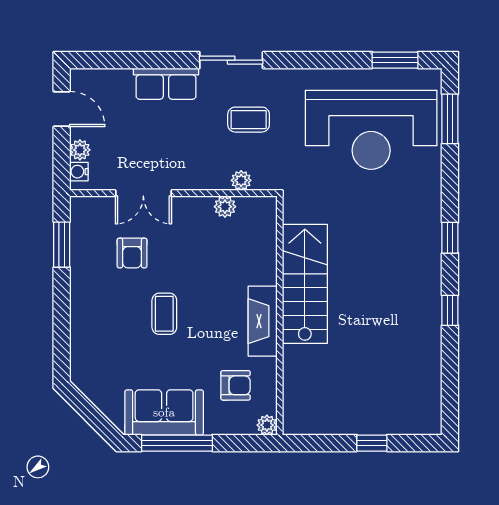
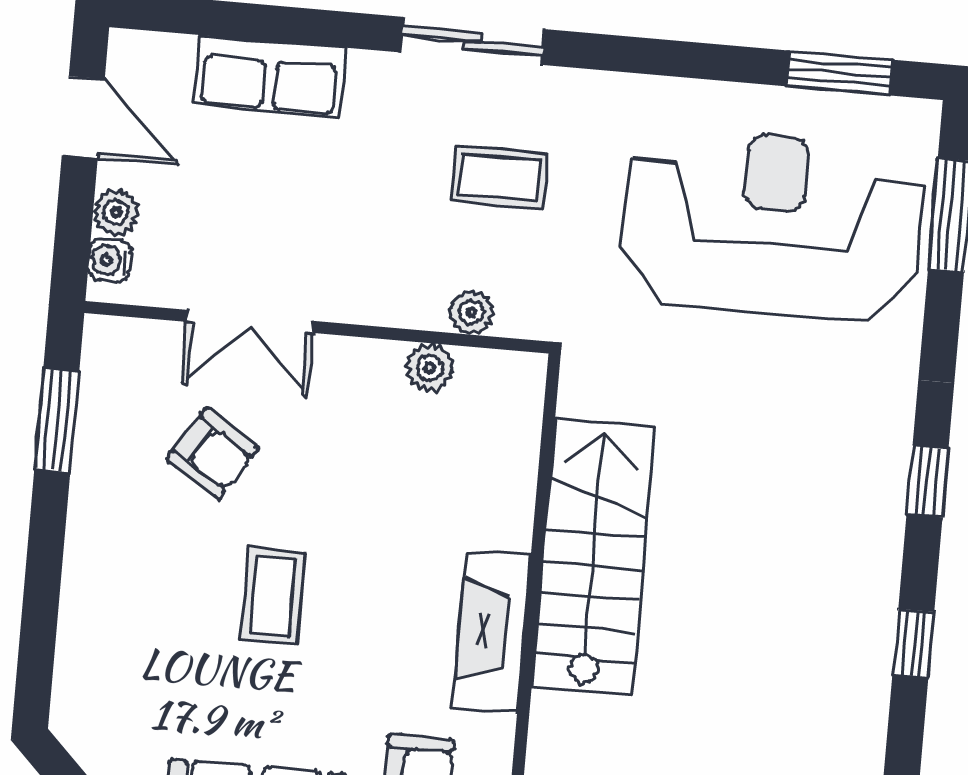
row of seats: (166, 84) -> (270, 76), moved
reception desk: (371, 130) -> (772, 224), turned 180
armchair: (132, 253) -> (213, 453), turned -57

